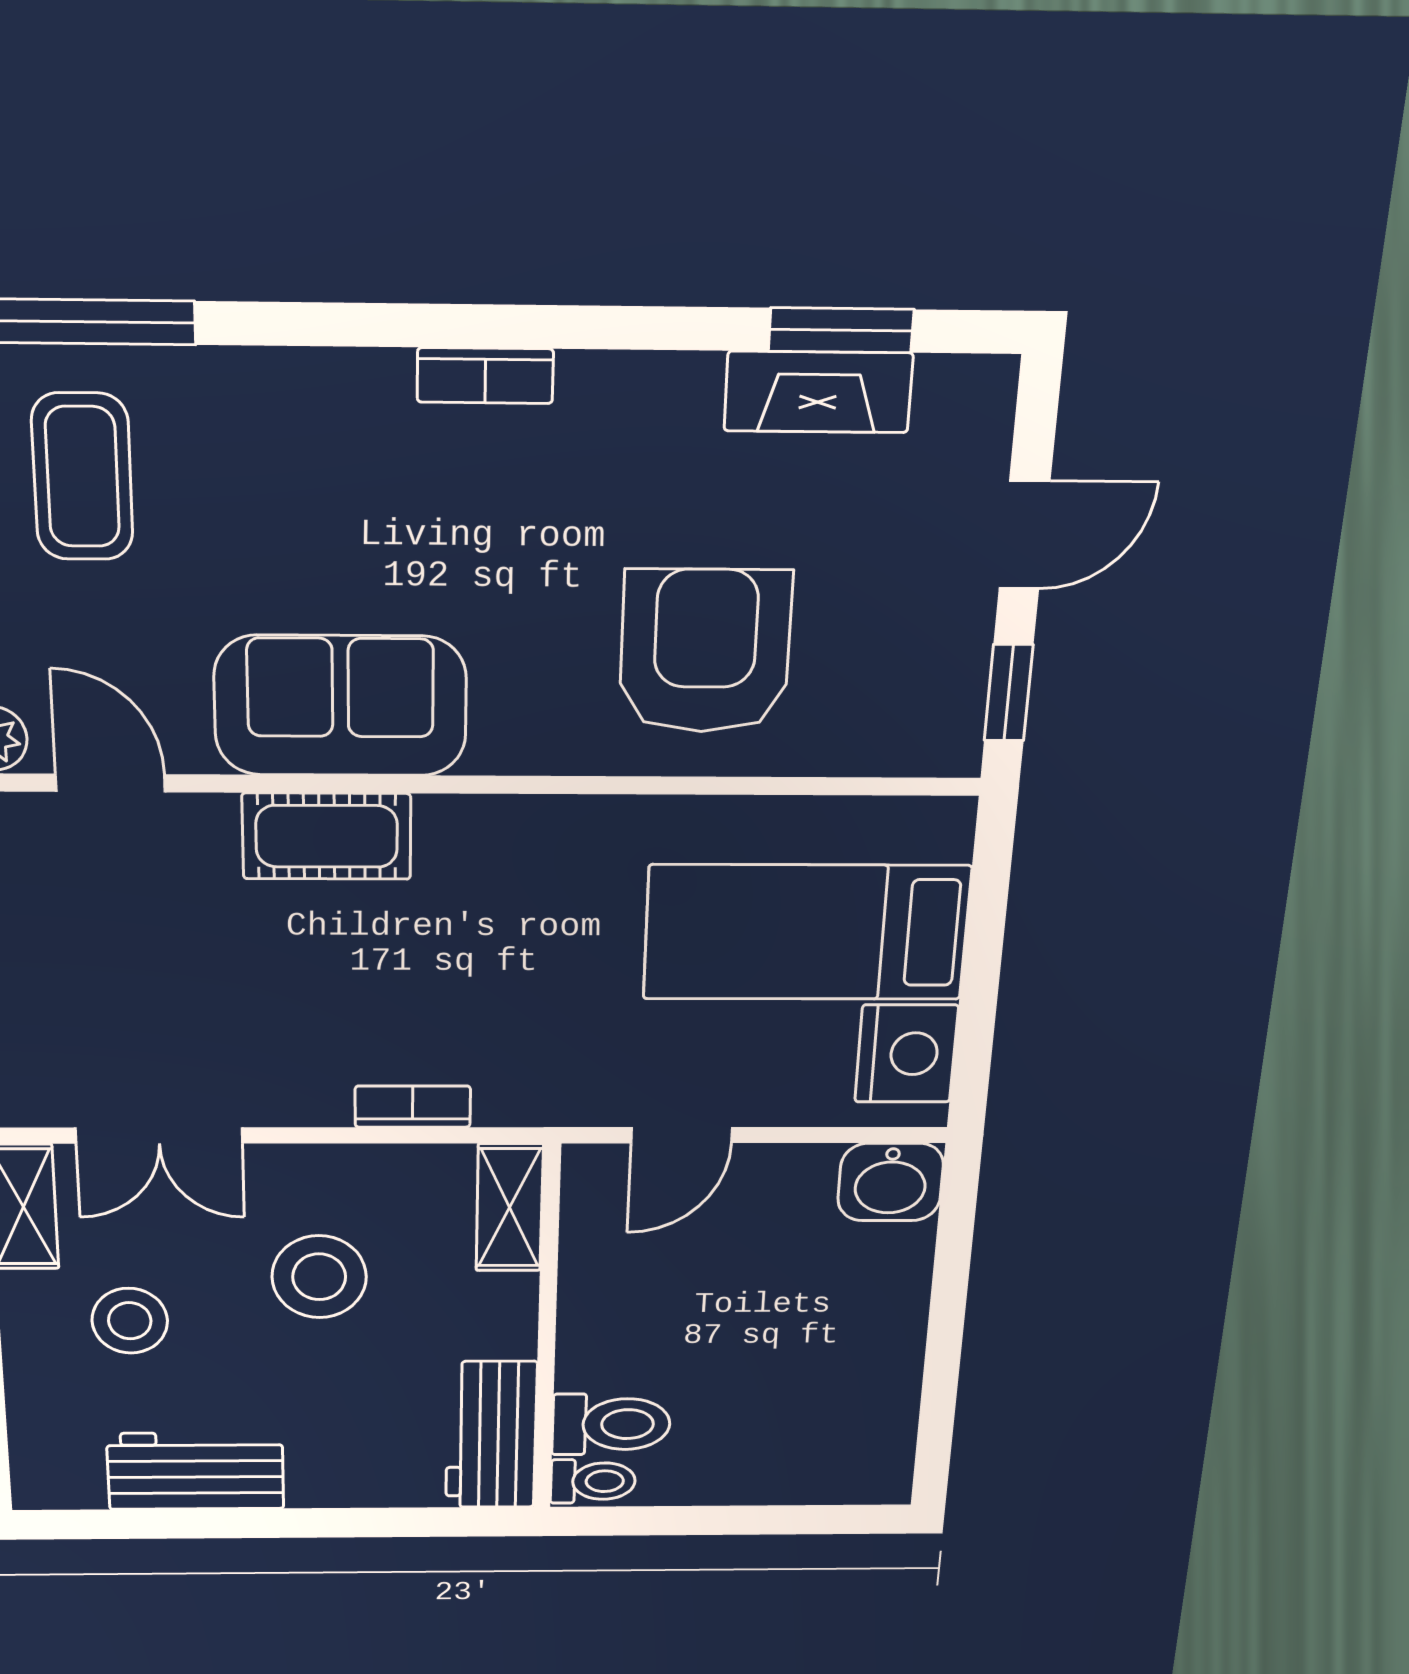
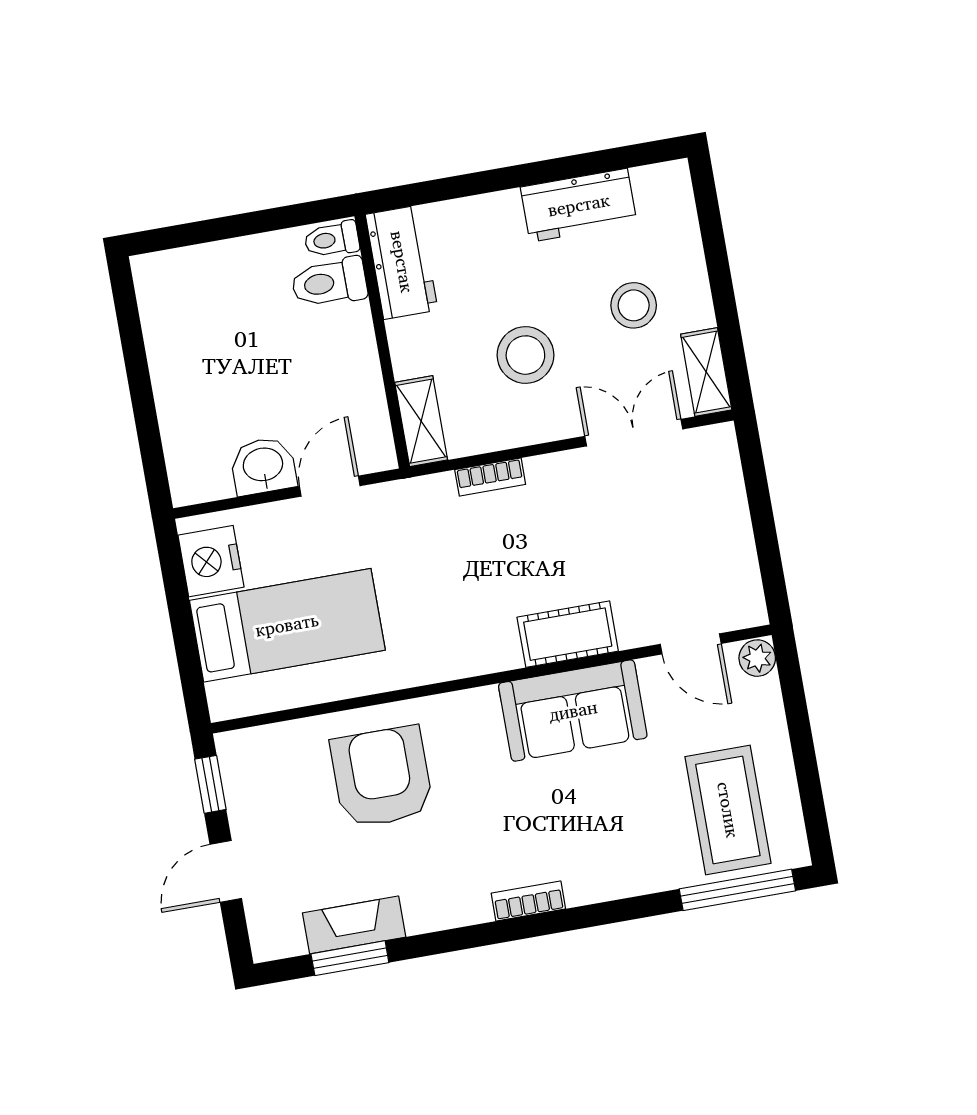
coffee table: (82, 477) -> (728, 810), width x1.36, depth x1.32
armchair: (705, 651) -> (382, 777), turned 180
washbasin: (891, 1182) -> (263, 466), moved

